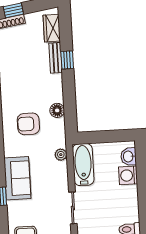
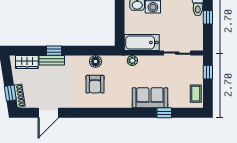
armchair: (28, 124) -> (95, 84), moved

